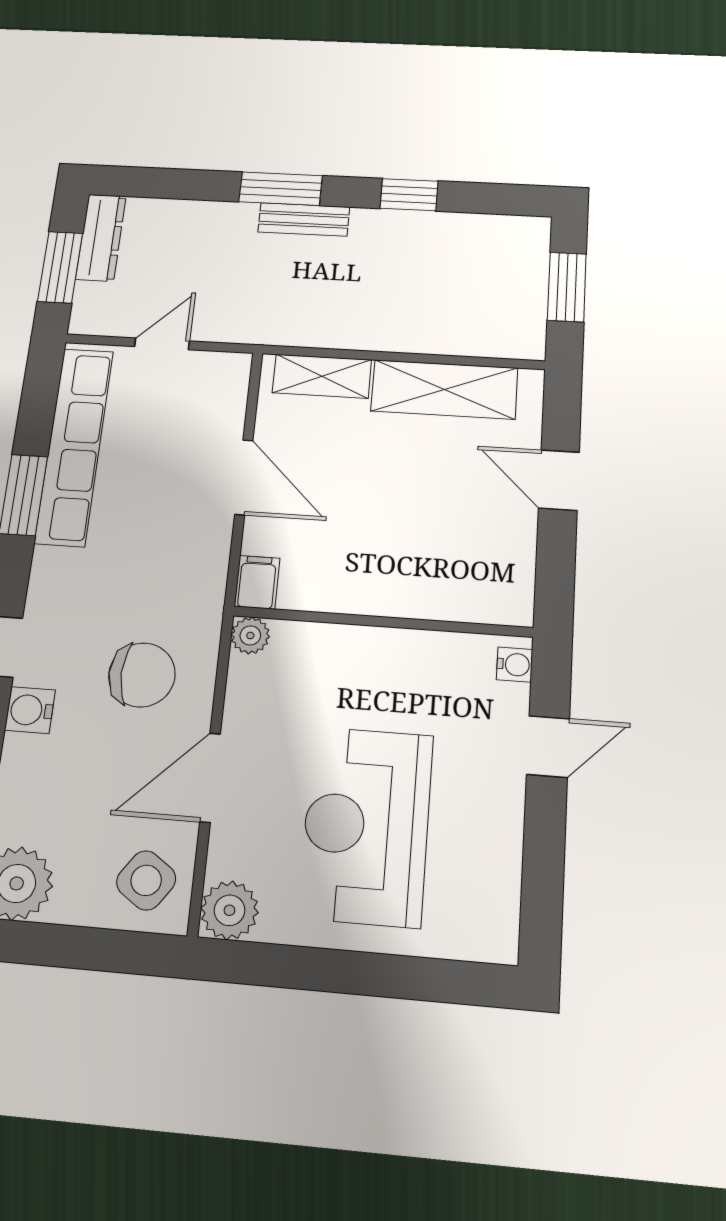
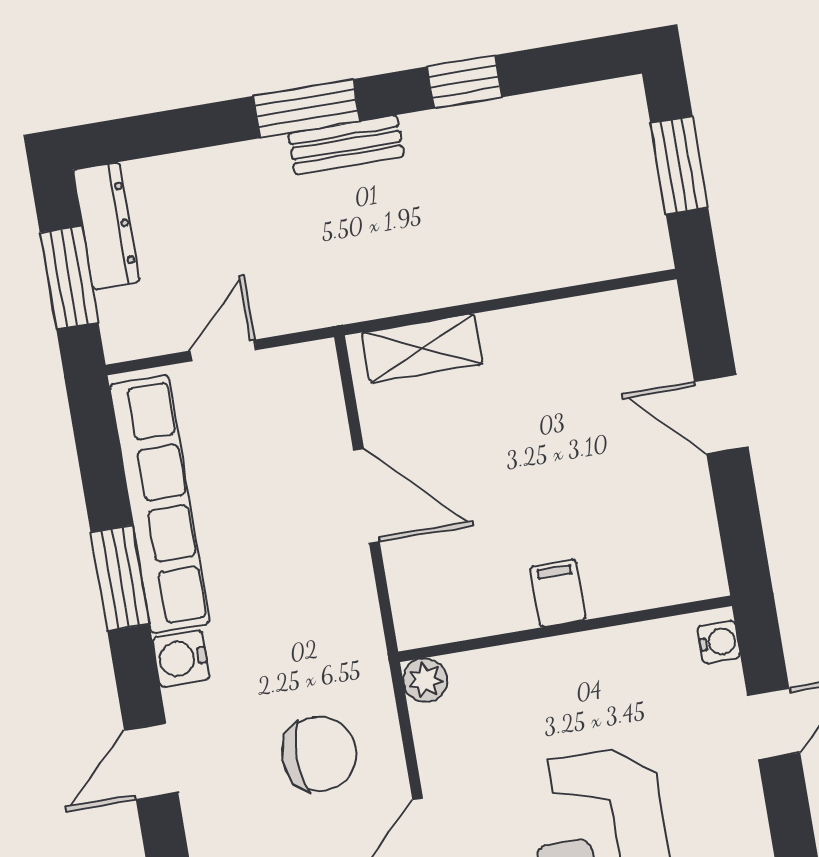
shelving: (444, 389) -> (567, 332), removed
filing cabinet: (257, 582) -> (558, 593), moved
water cooler: (30, 710) -> (181, 659), moved

